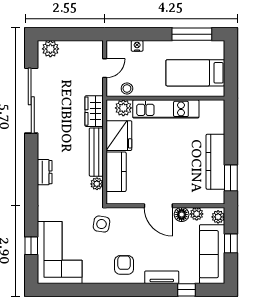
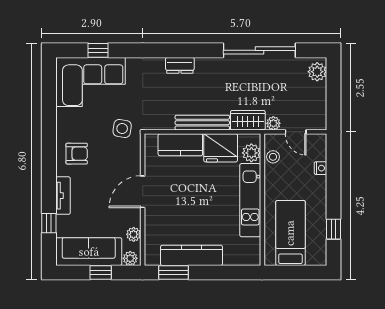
window: (192, 34) -> (333, 229), width x0.46
plant: (97, 184) -> (273, 123), moved
floor lamp: (182, 215) -> (133, 218), removed

